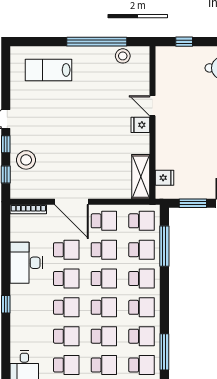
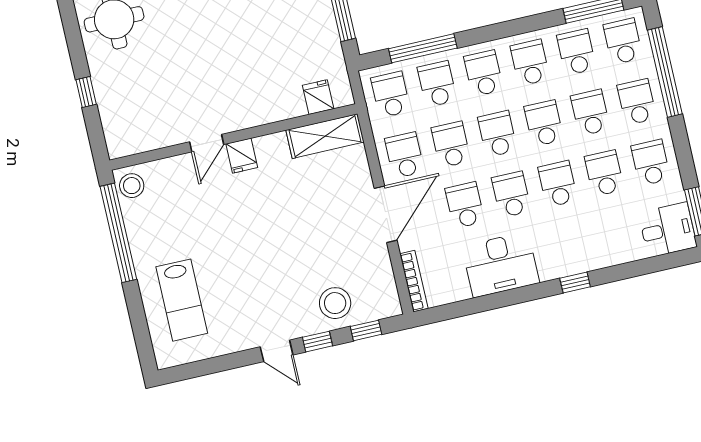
door: (153, 106) -> (207, 143), moved
wall: (153, 122) -> (233, 137), moved
fridge: (140, 125) -> (242, 156), moved
shelving: (141, 177) -> (325, 136), moved
fridge: (165, 178) -> (318, 97), moved

